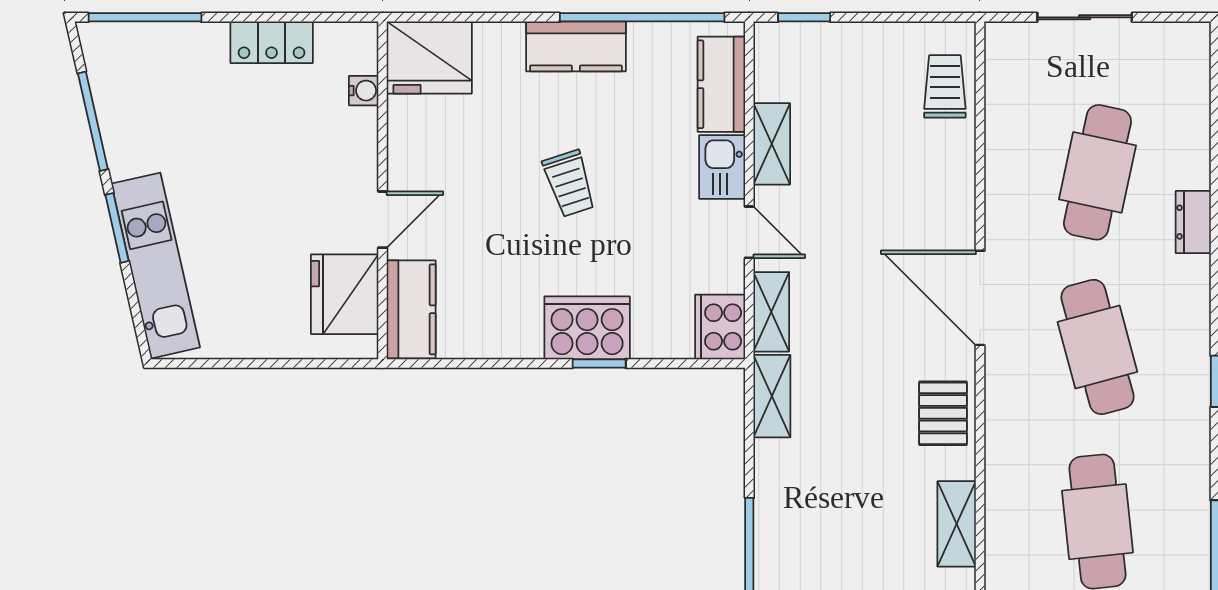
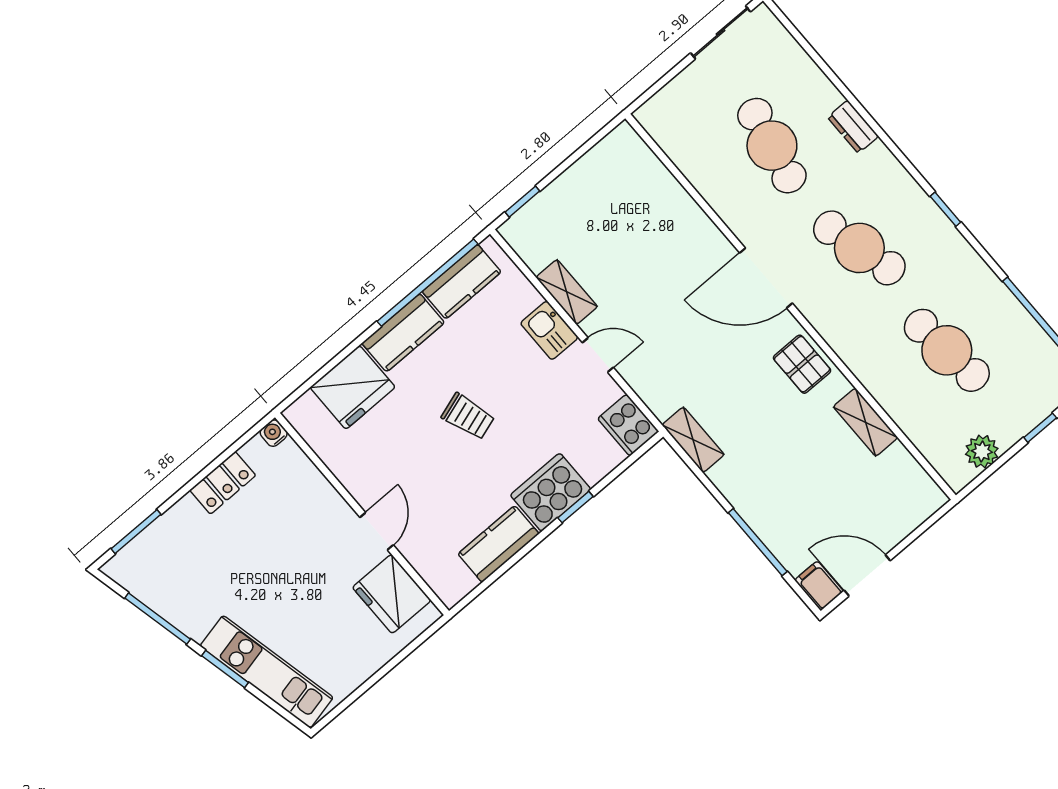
window: (145, 17) -> (136, 532), width x0.69
sliding door: (1085, 17) -> (721, 32), moved
fridge: (429, 57) -> (353, 387), moved
kitchen counter: (721, 84) -> (462, 282), moved, turned -90
trolley: (945, 86) -> (640, 172), removed
water cooler: (364, 91) -> (274, 433), moved, turned -90
kitchen counter: (411, 309) -> (498, 544), moved, turned -90
shelving: (771, 312) -> (651, 391), removed

